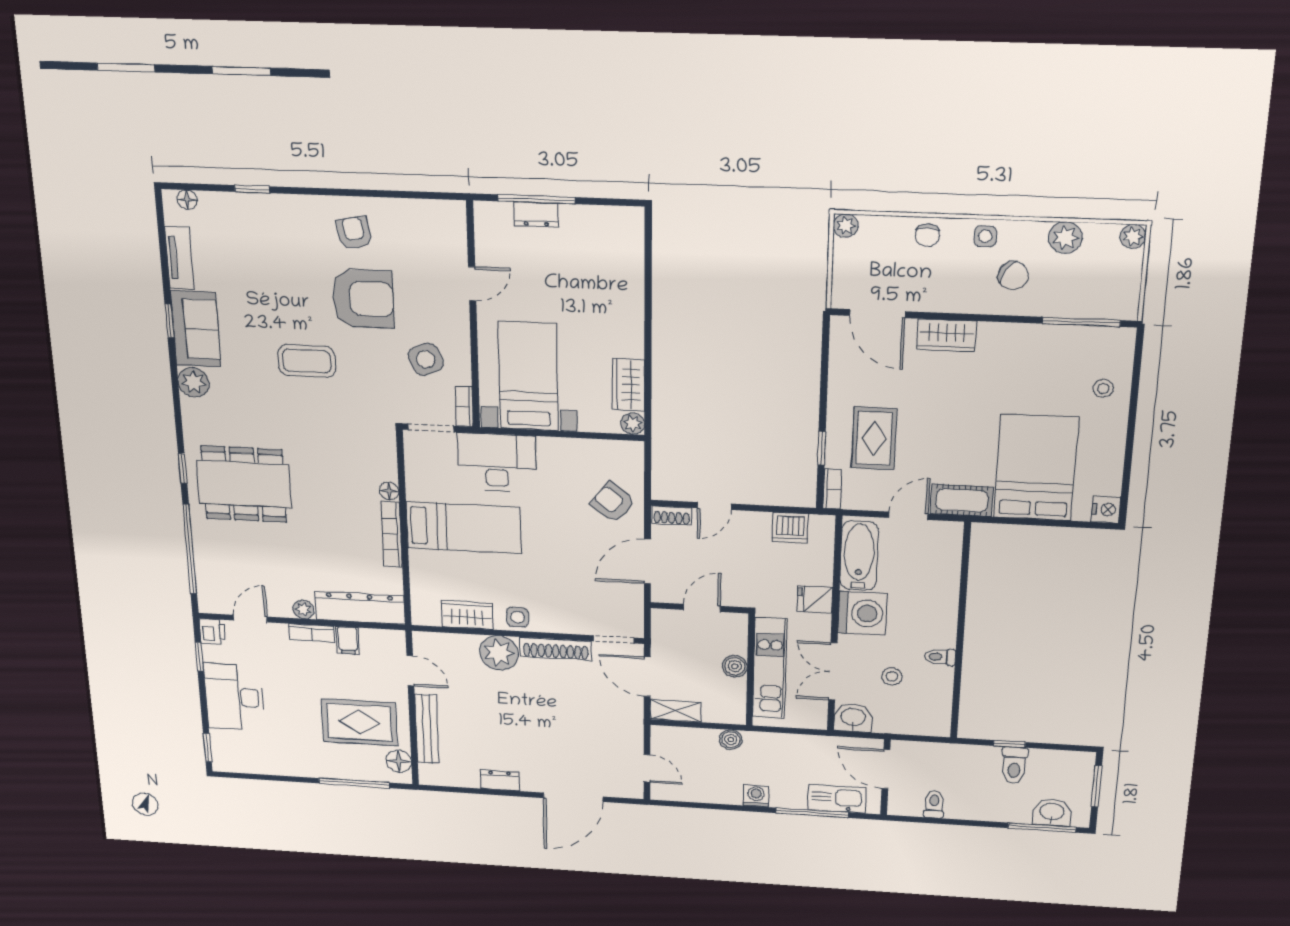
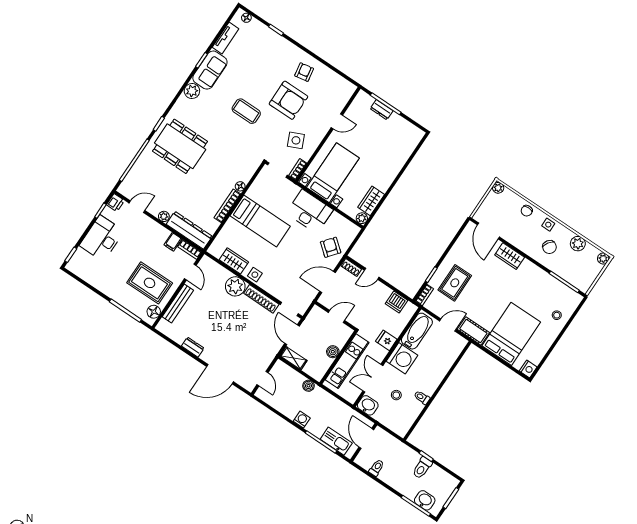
desk: (497, 463) -> (310, 211), moved
bookcase: (312, 633) -> (190, 250), moved

